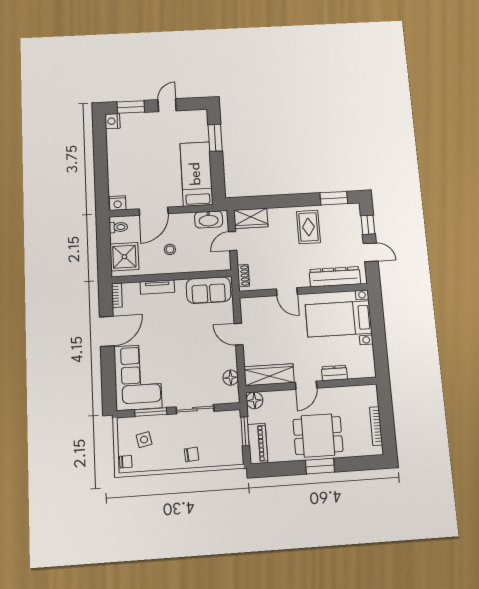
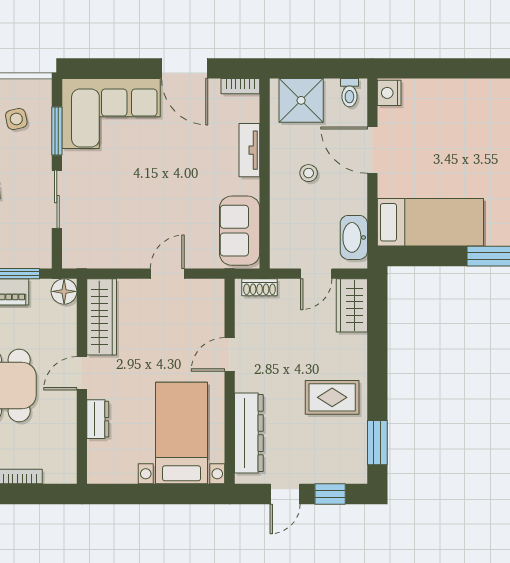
door: (233, 241) -> (316, 274), swing flipped
floor lamp: (231, 378) -> (101, 257), removed
door: (306, 385) -> (82, 373), hinge flipped

